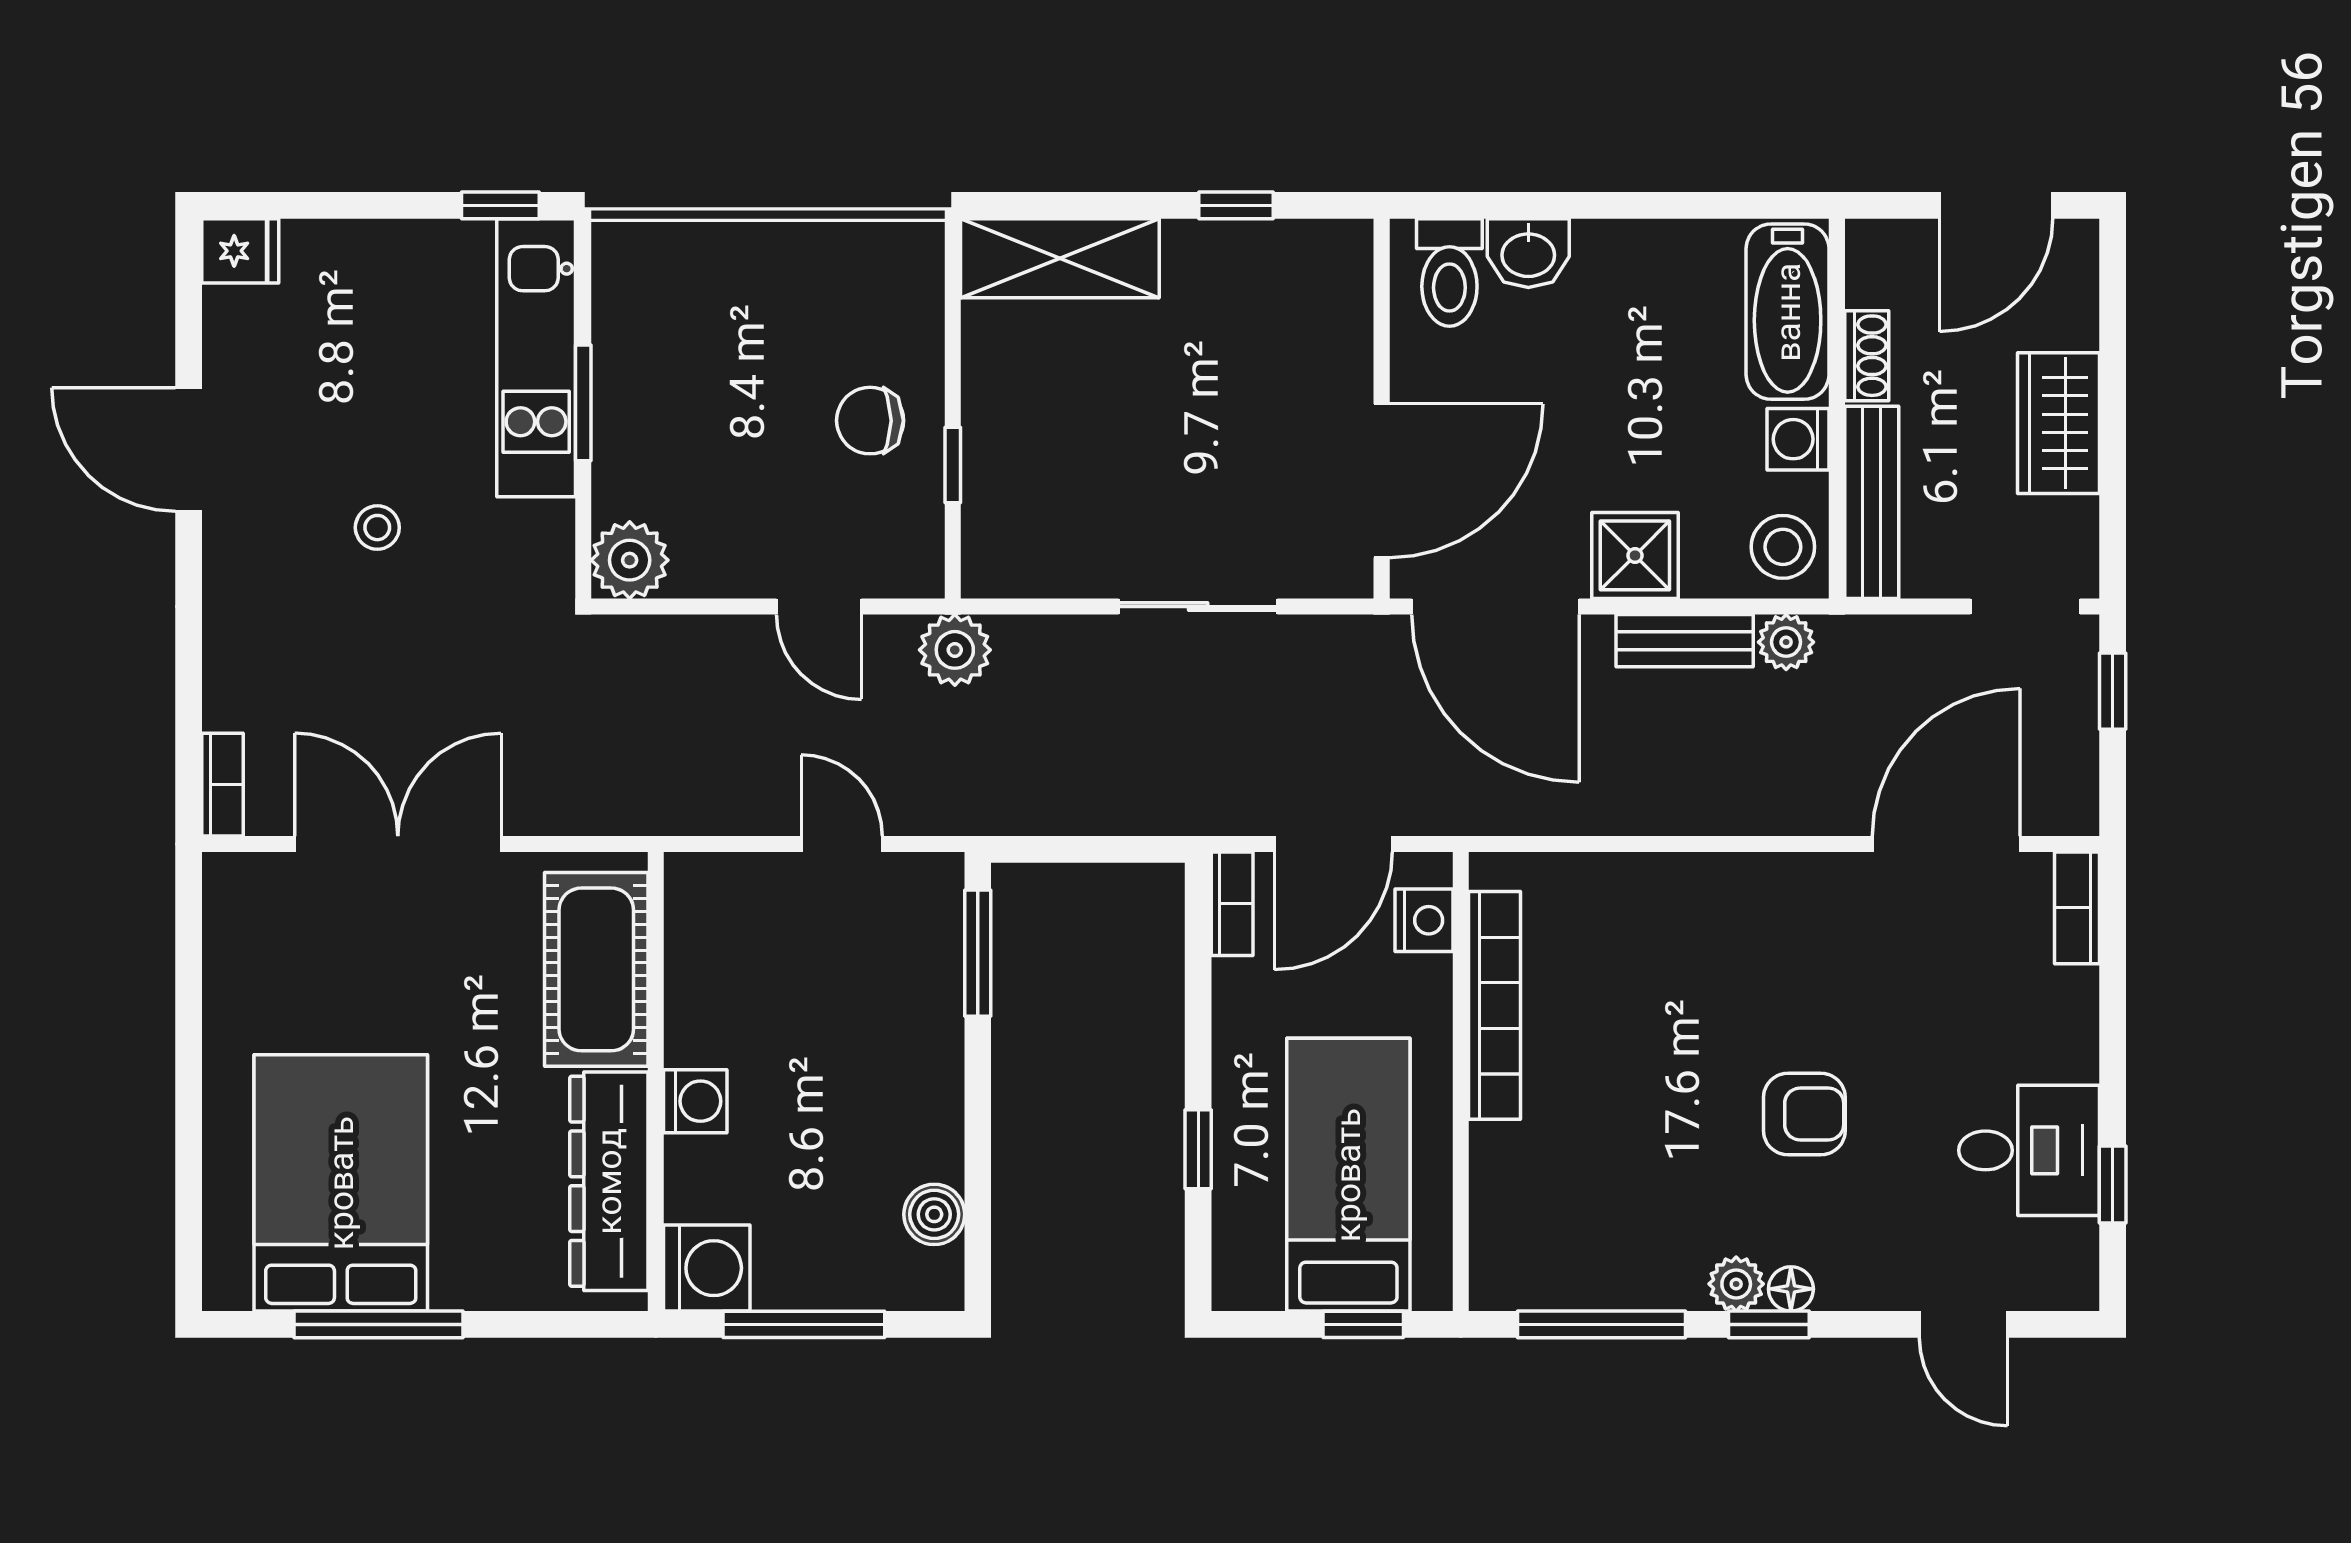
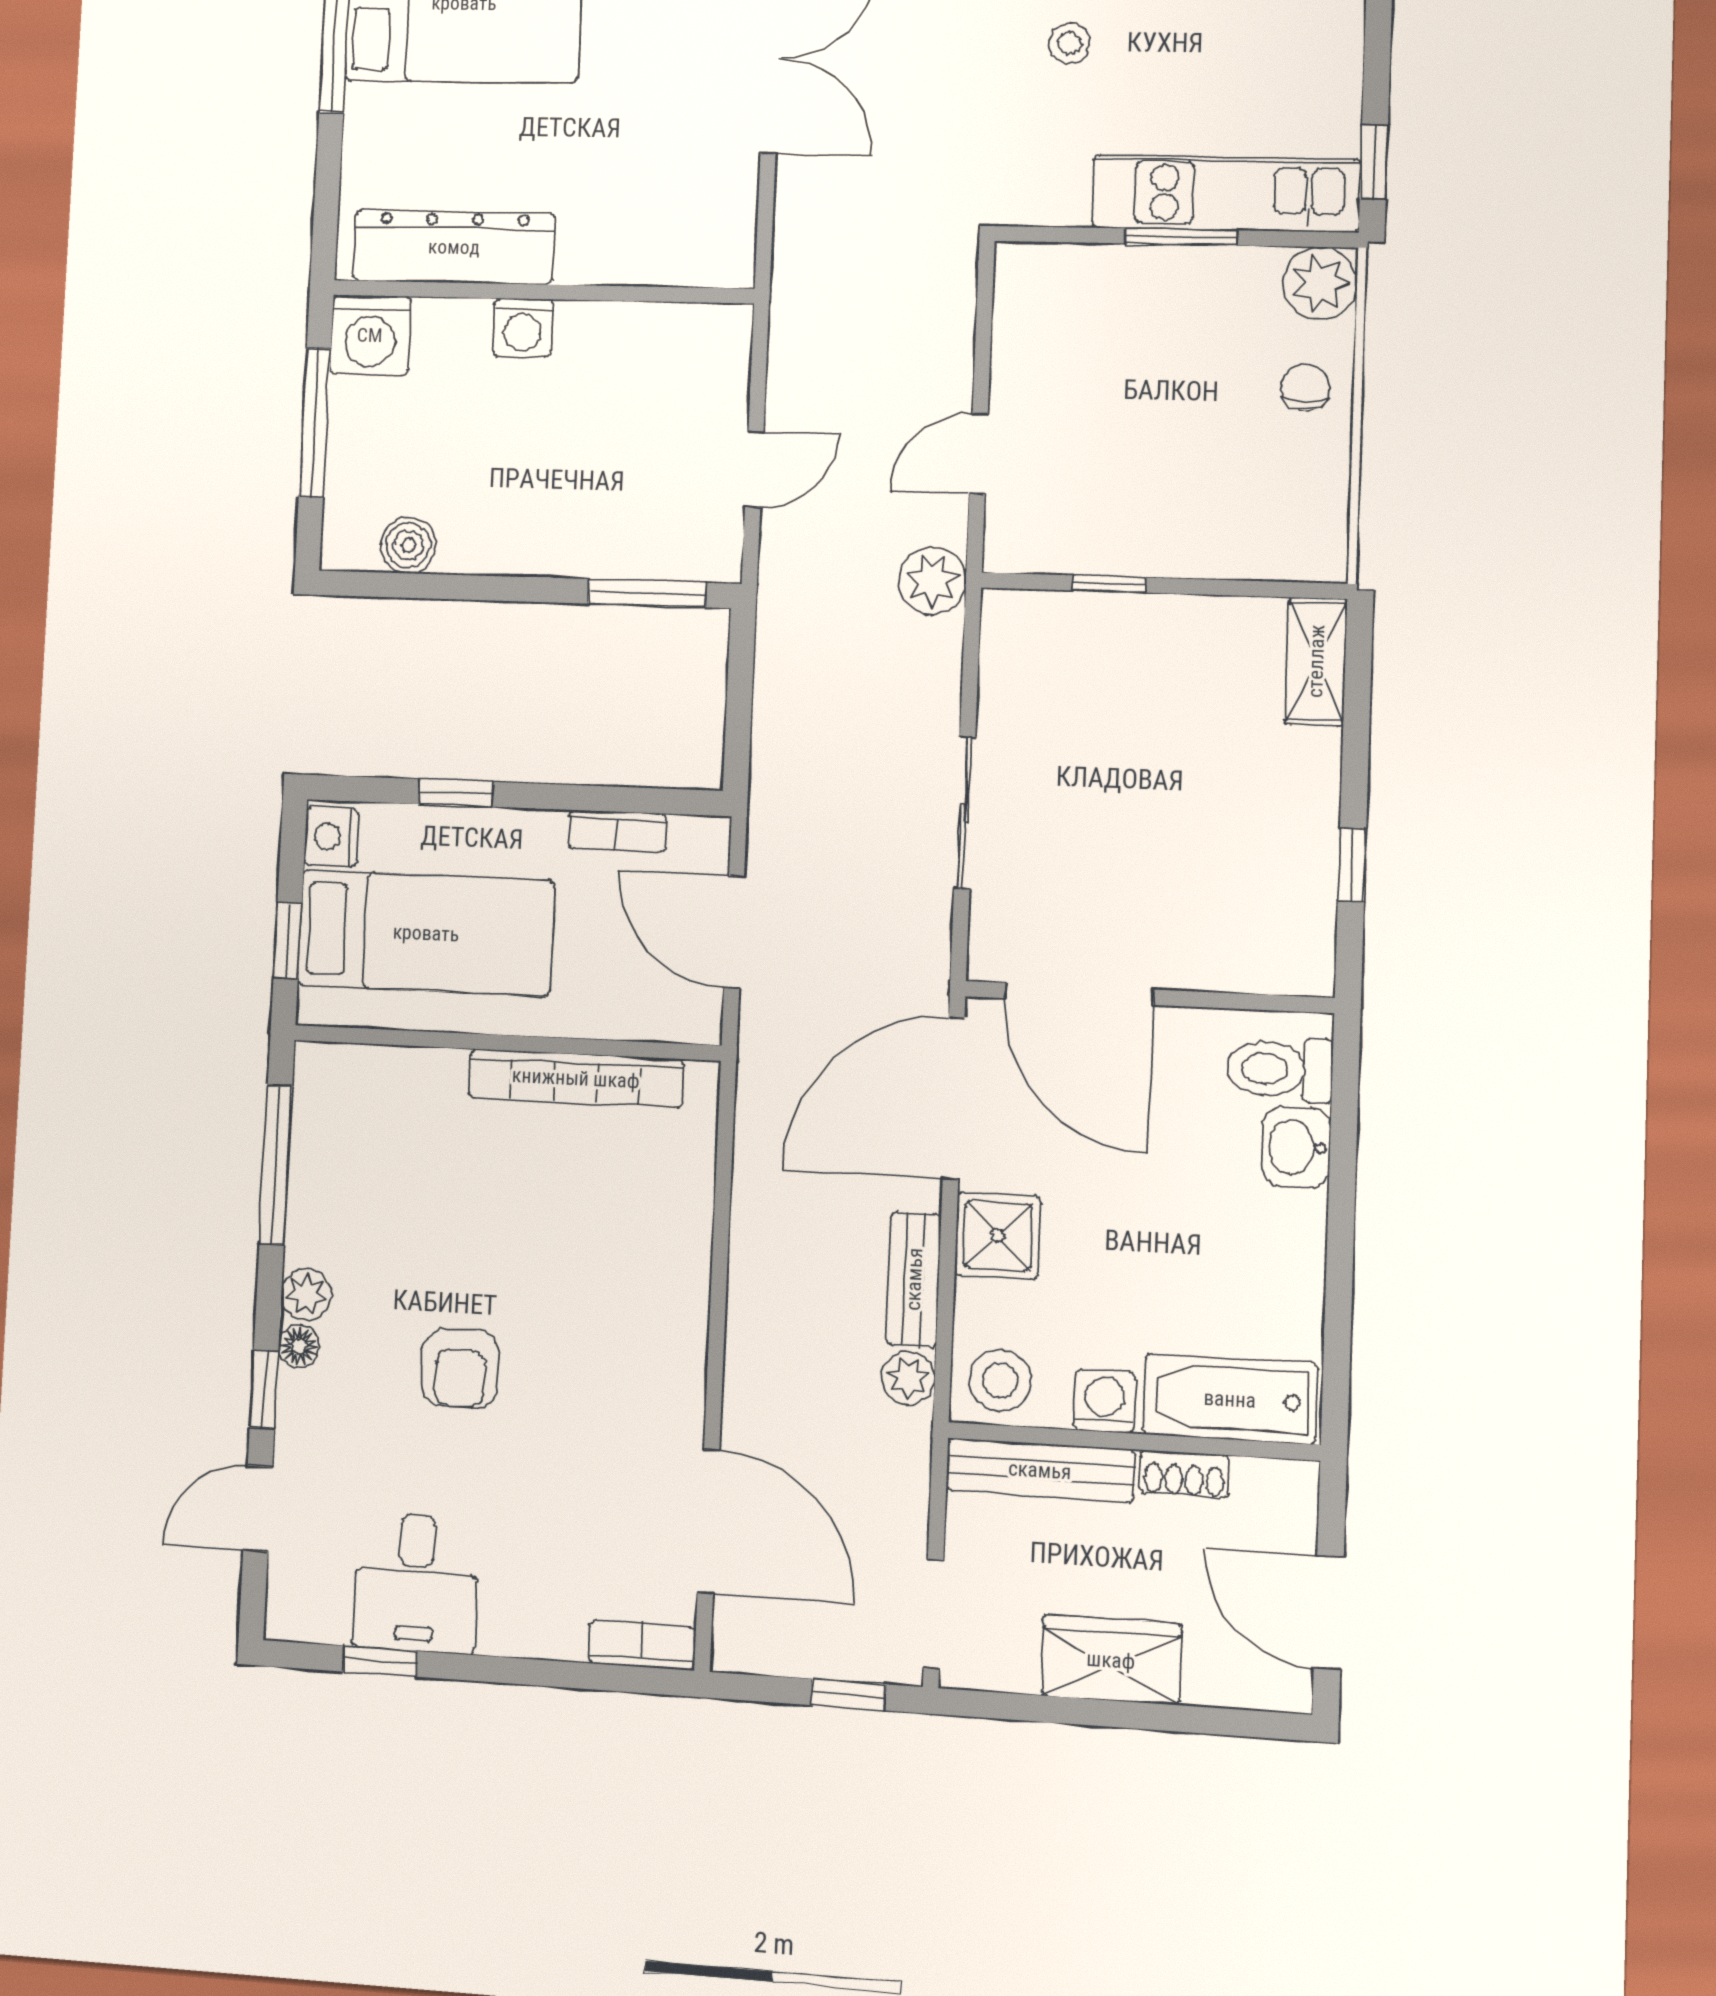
shelving: (1060, 258) -> (1316, 661), width x0.67, depth x0.75
chair: (870, 421) -> (1305, 387), moved, width x0.73, depth x0.73
plant: (630, 560) -> (1320, 283), moved
bookcase: (1232, 904) -> (617, 831), moved
nightstand: (1424, 920) -> (331, 837), moved, turned 90
cot: (596, 969) -> (648, 239), removed
window: (1769, 1324) -> (264, 1389), moved

